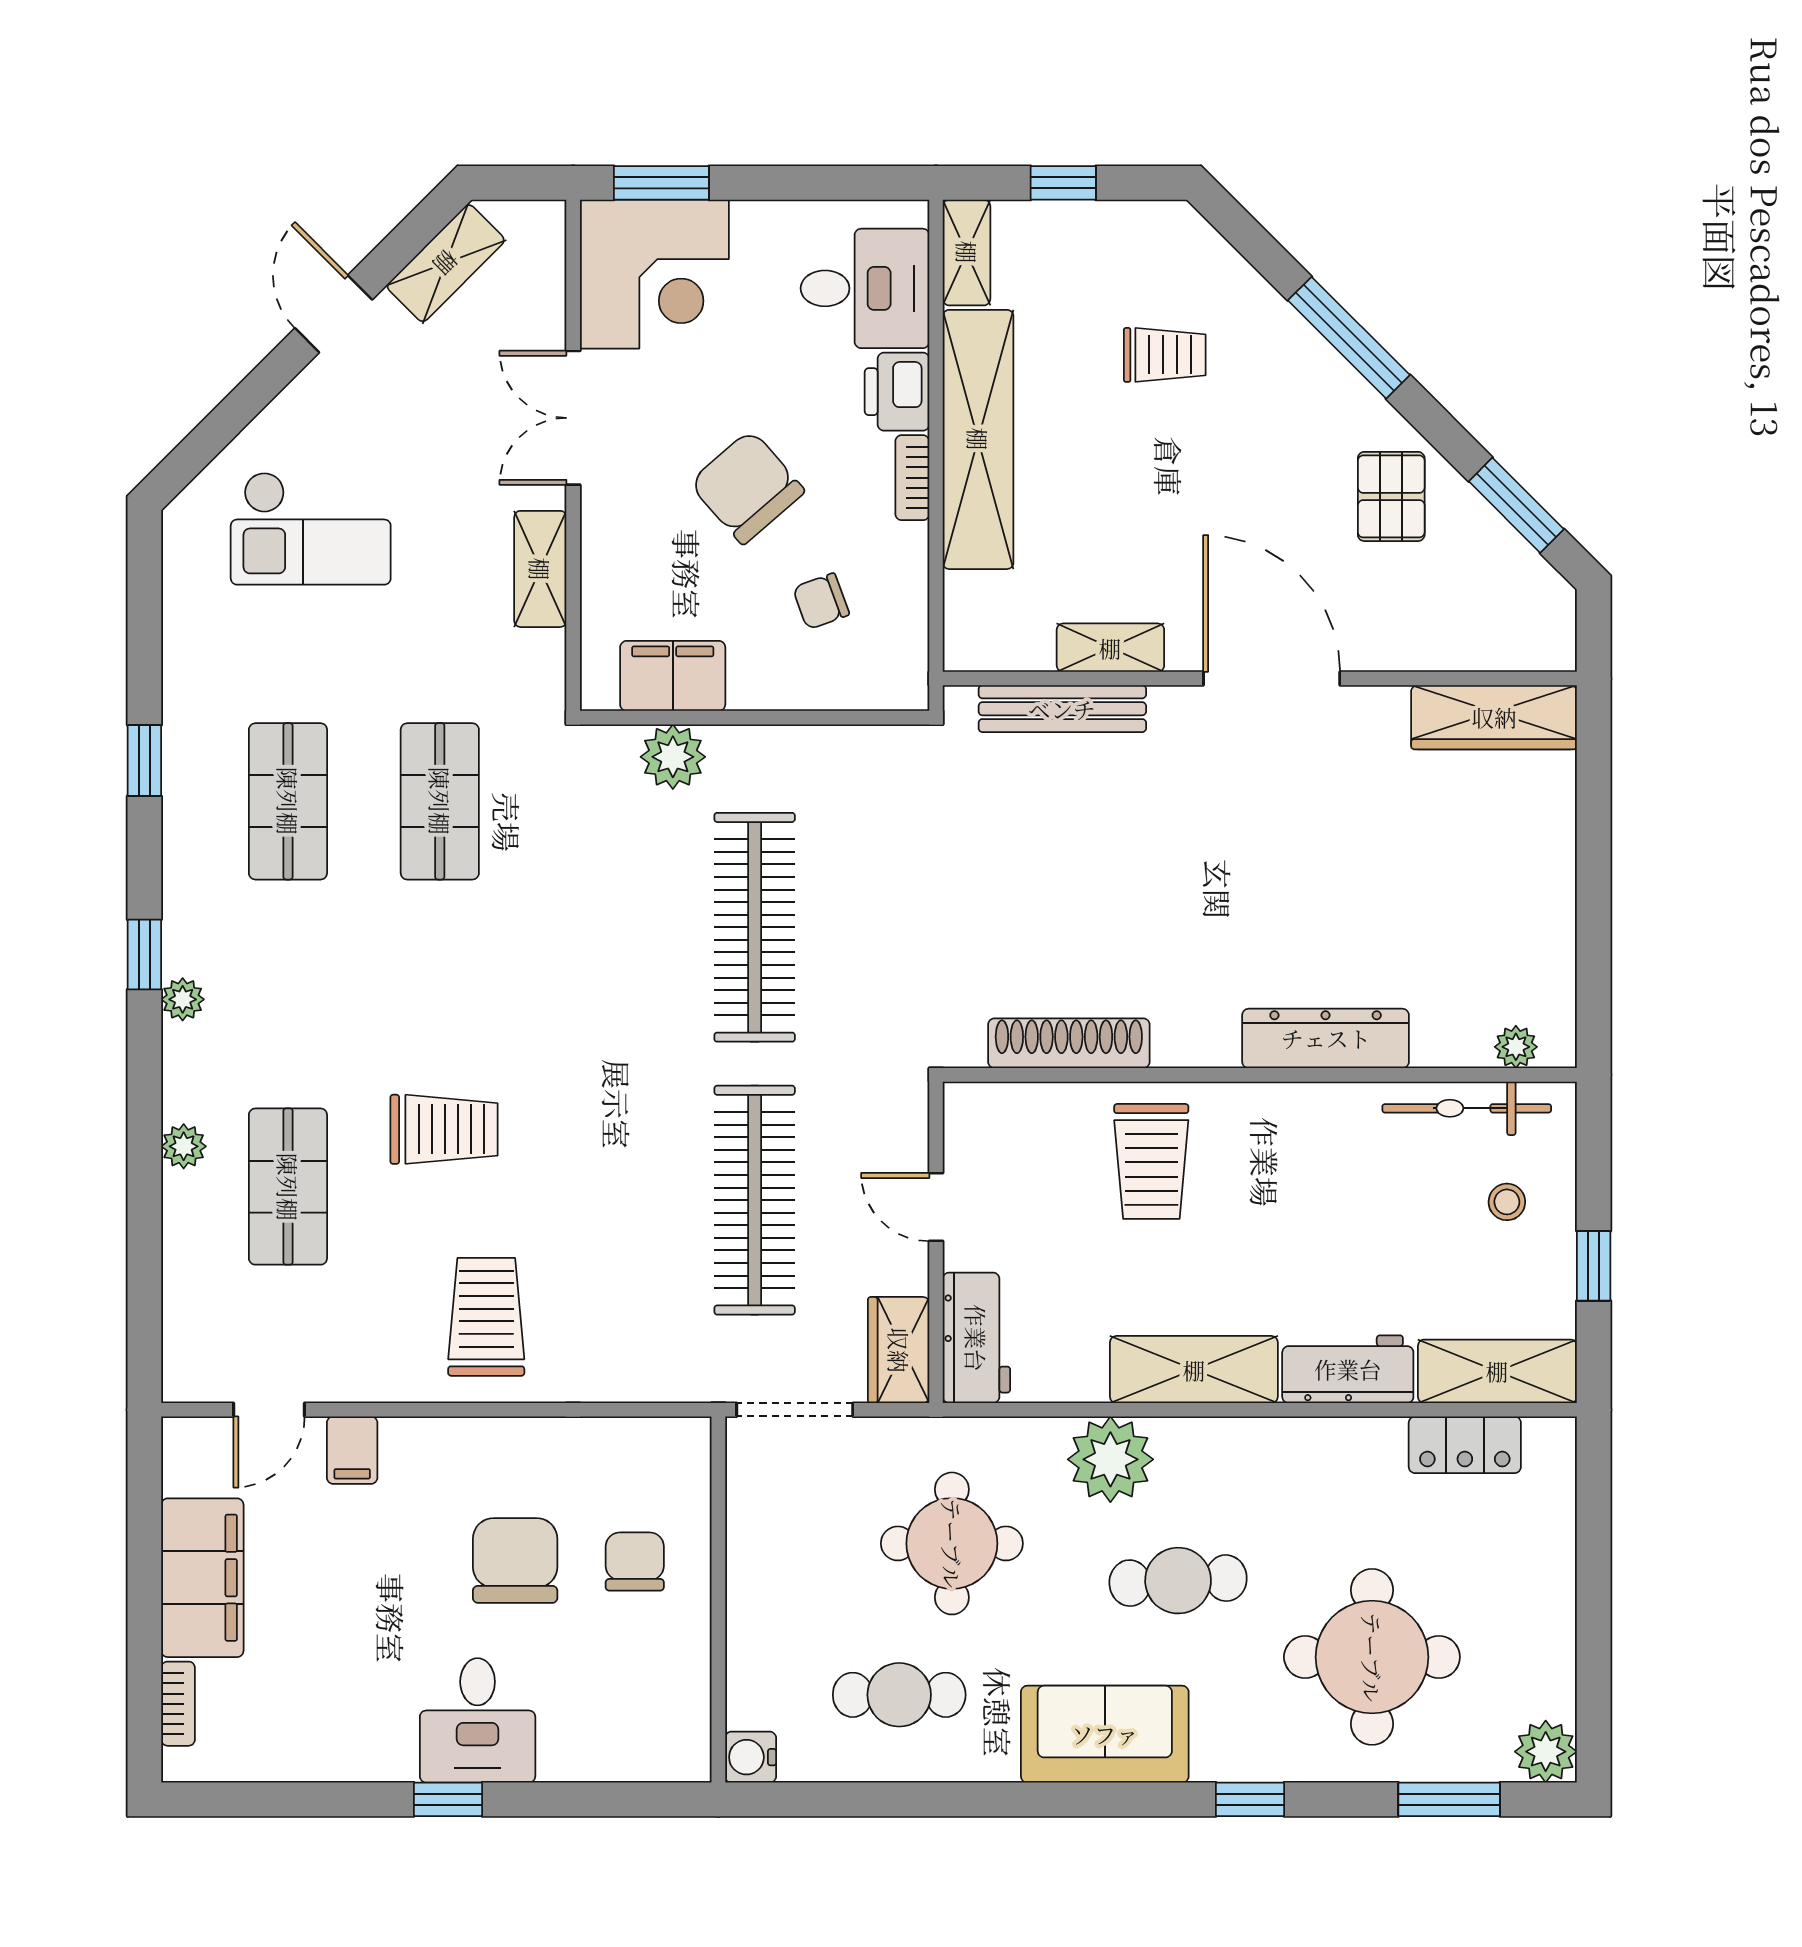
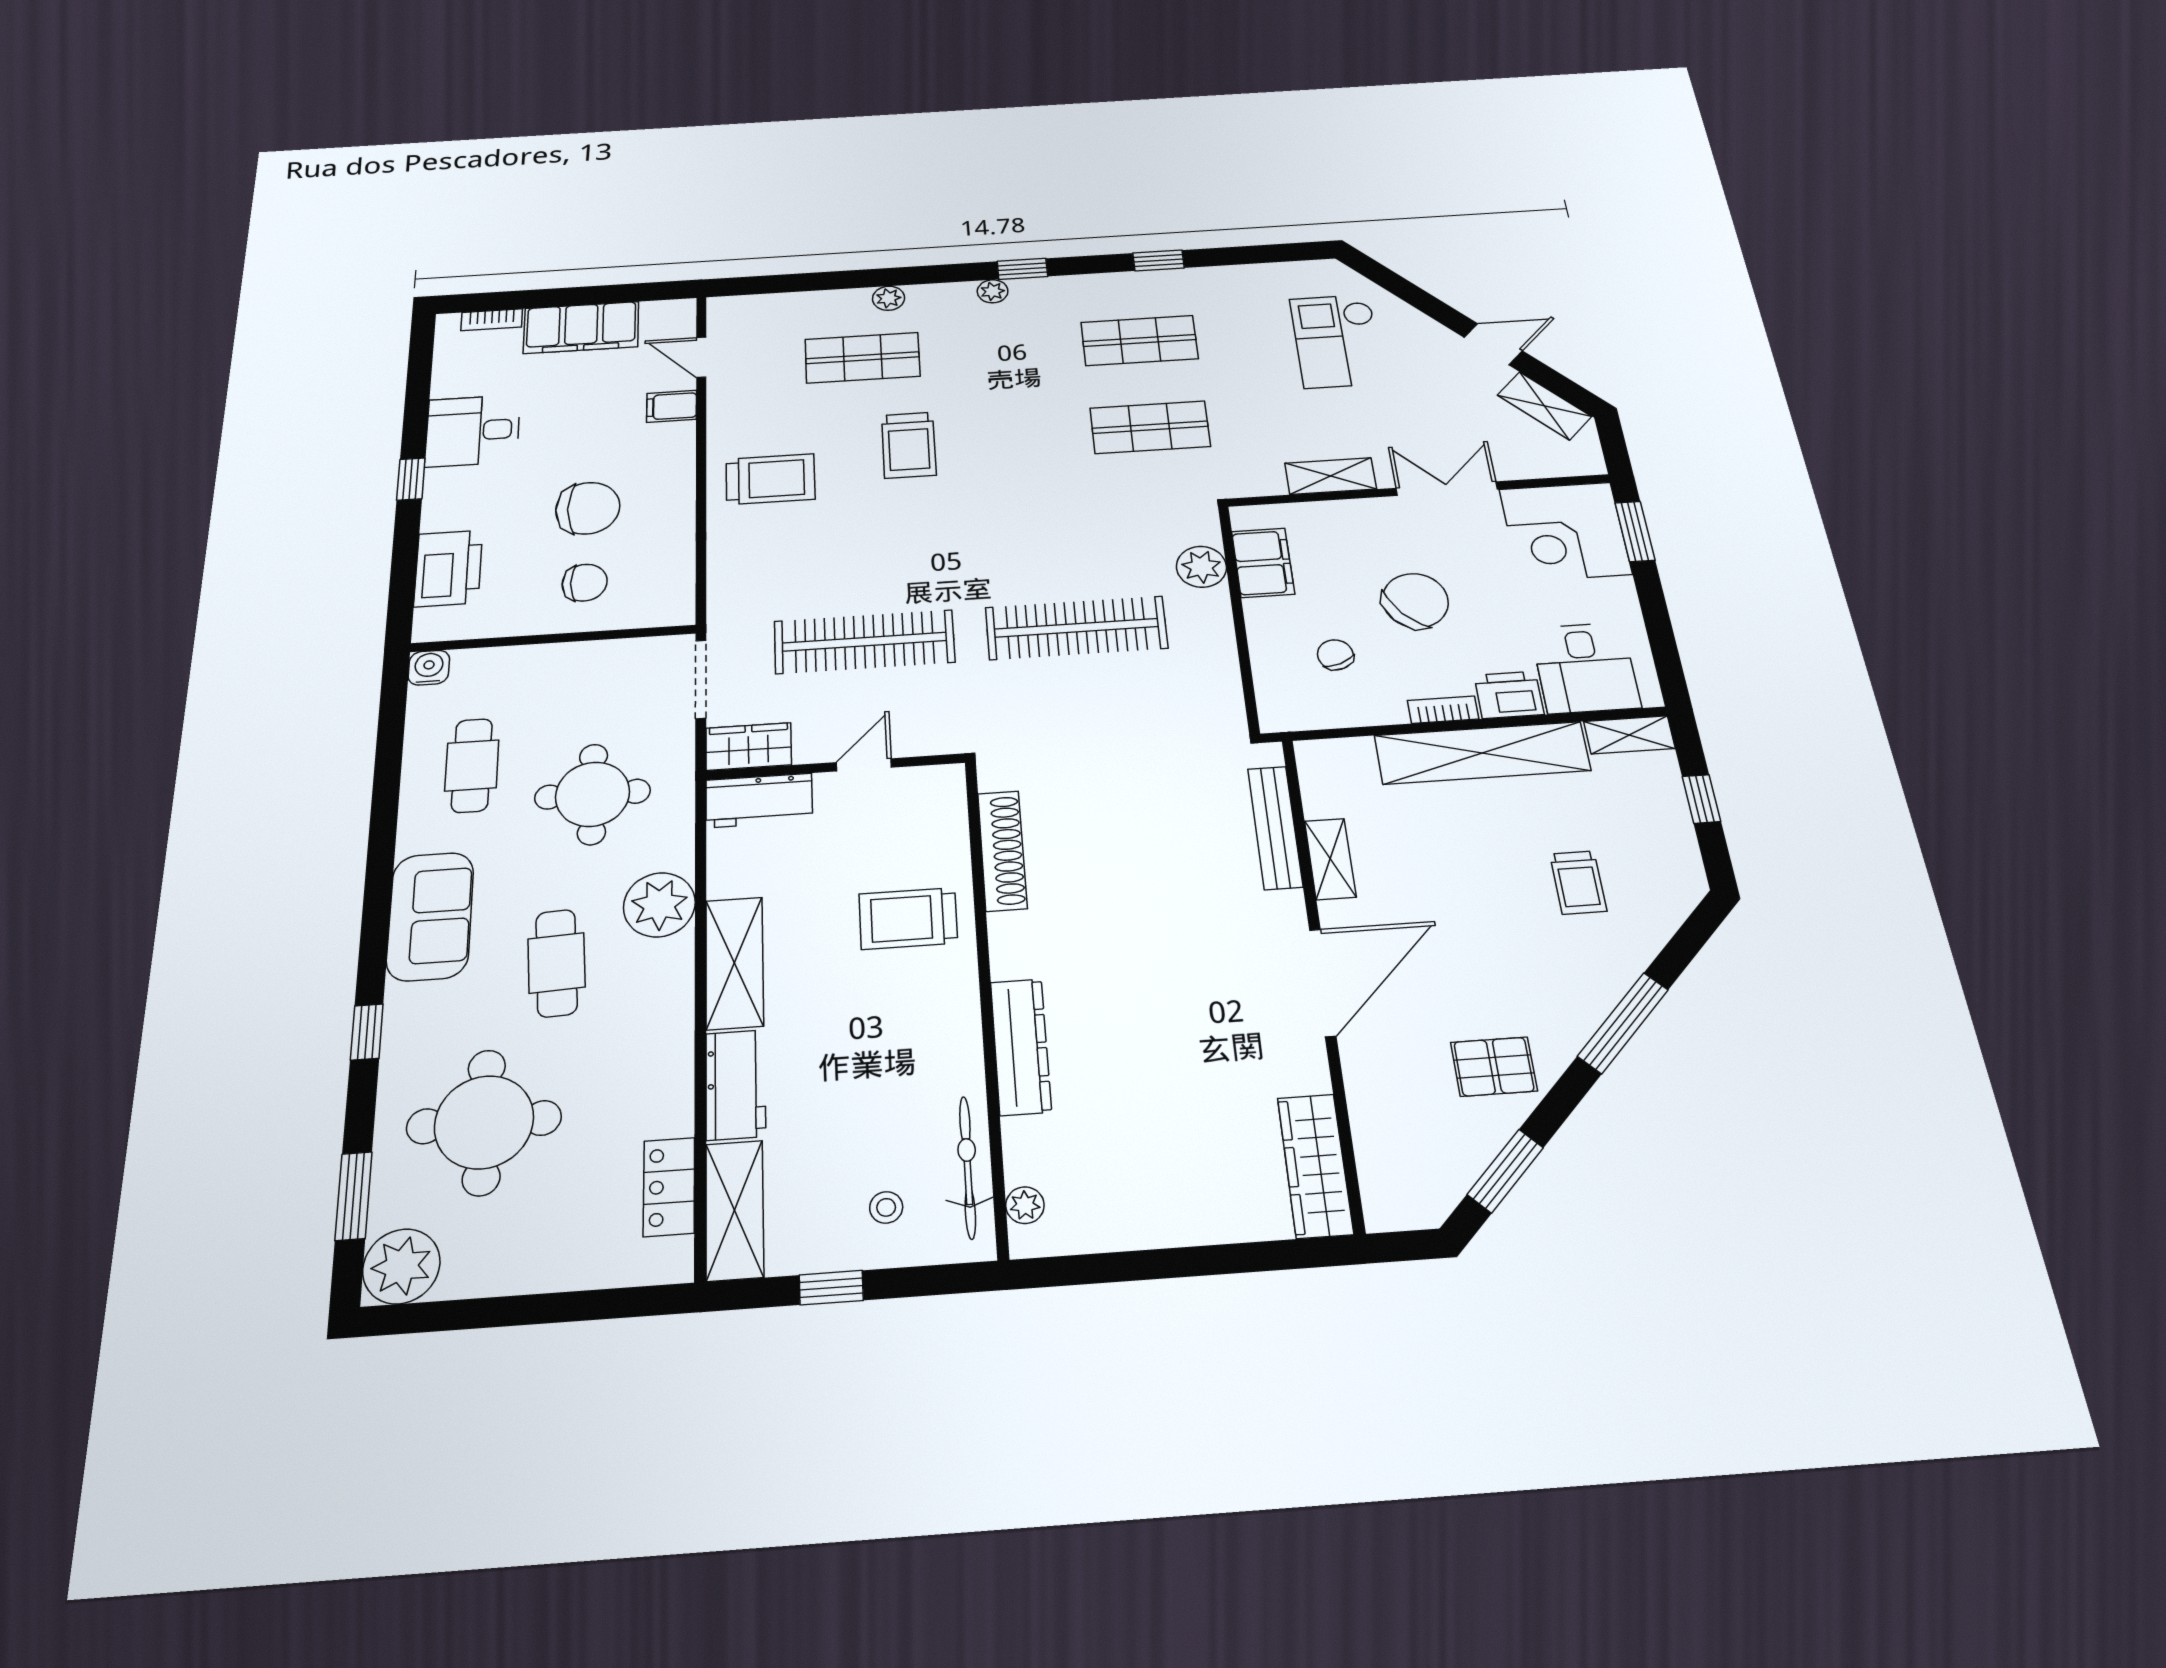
desk: (478, 1720) -> (473, 431), moved
printer: (598, 1741) -> (448, 568), added
plant: (1546, 1752) -> (401, 1266), width x1.36, depth x1.36

